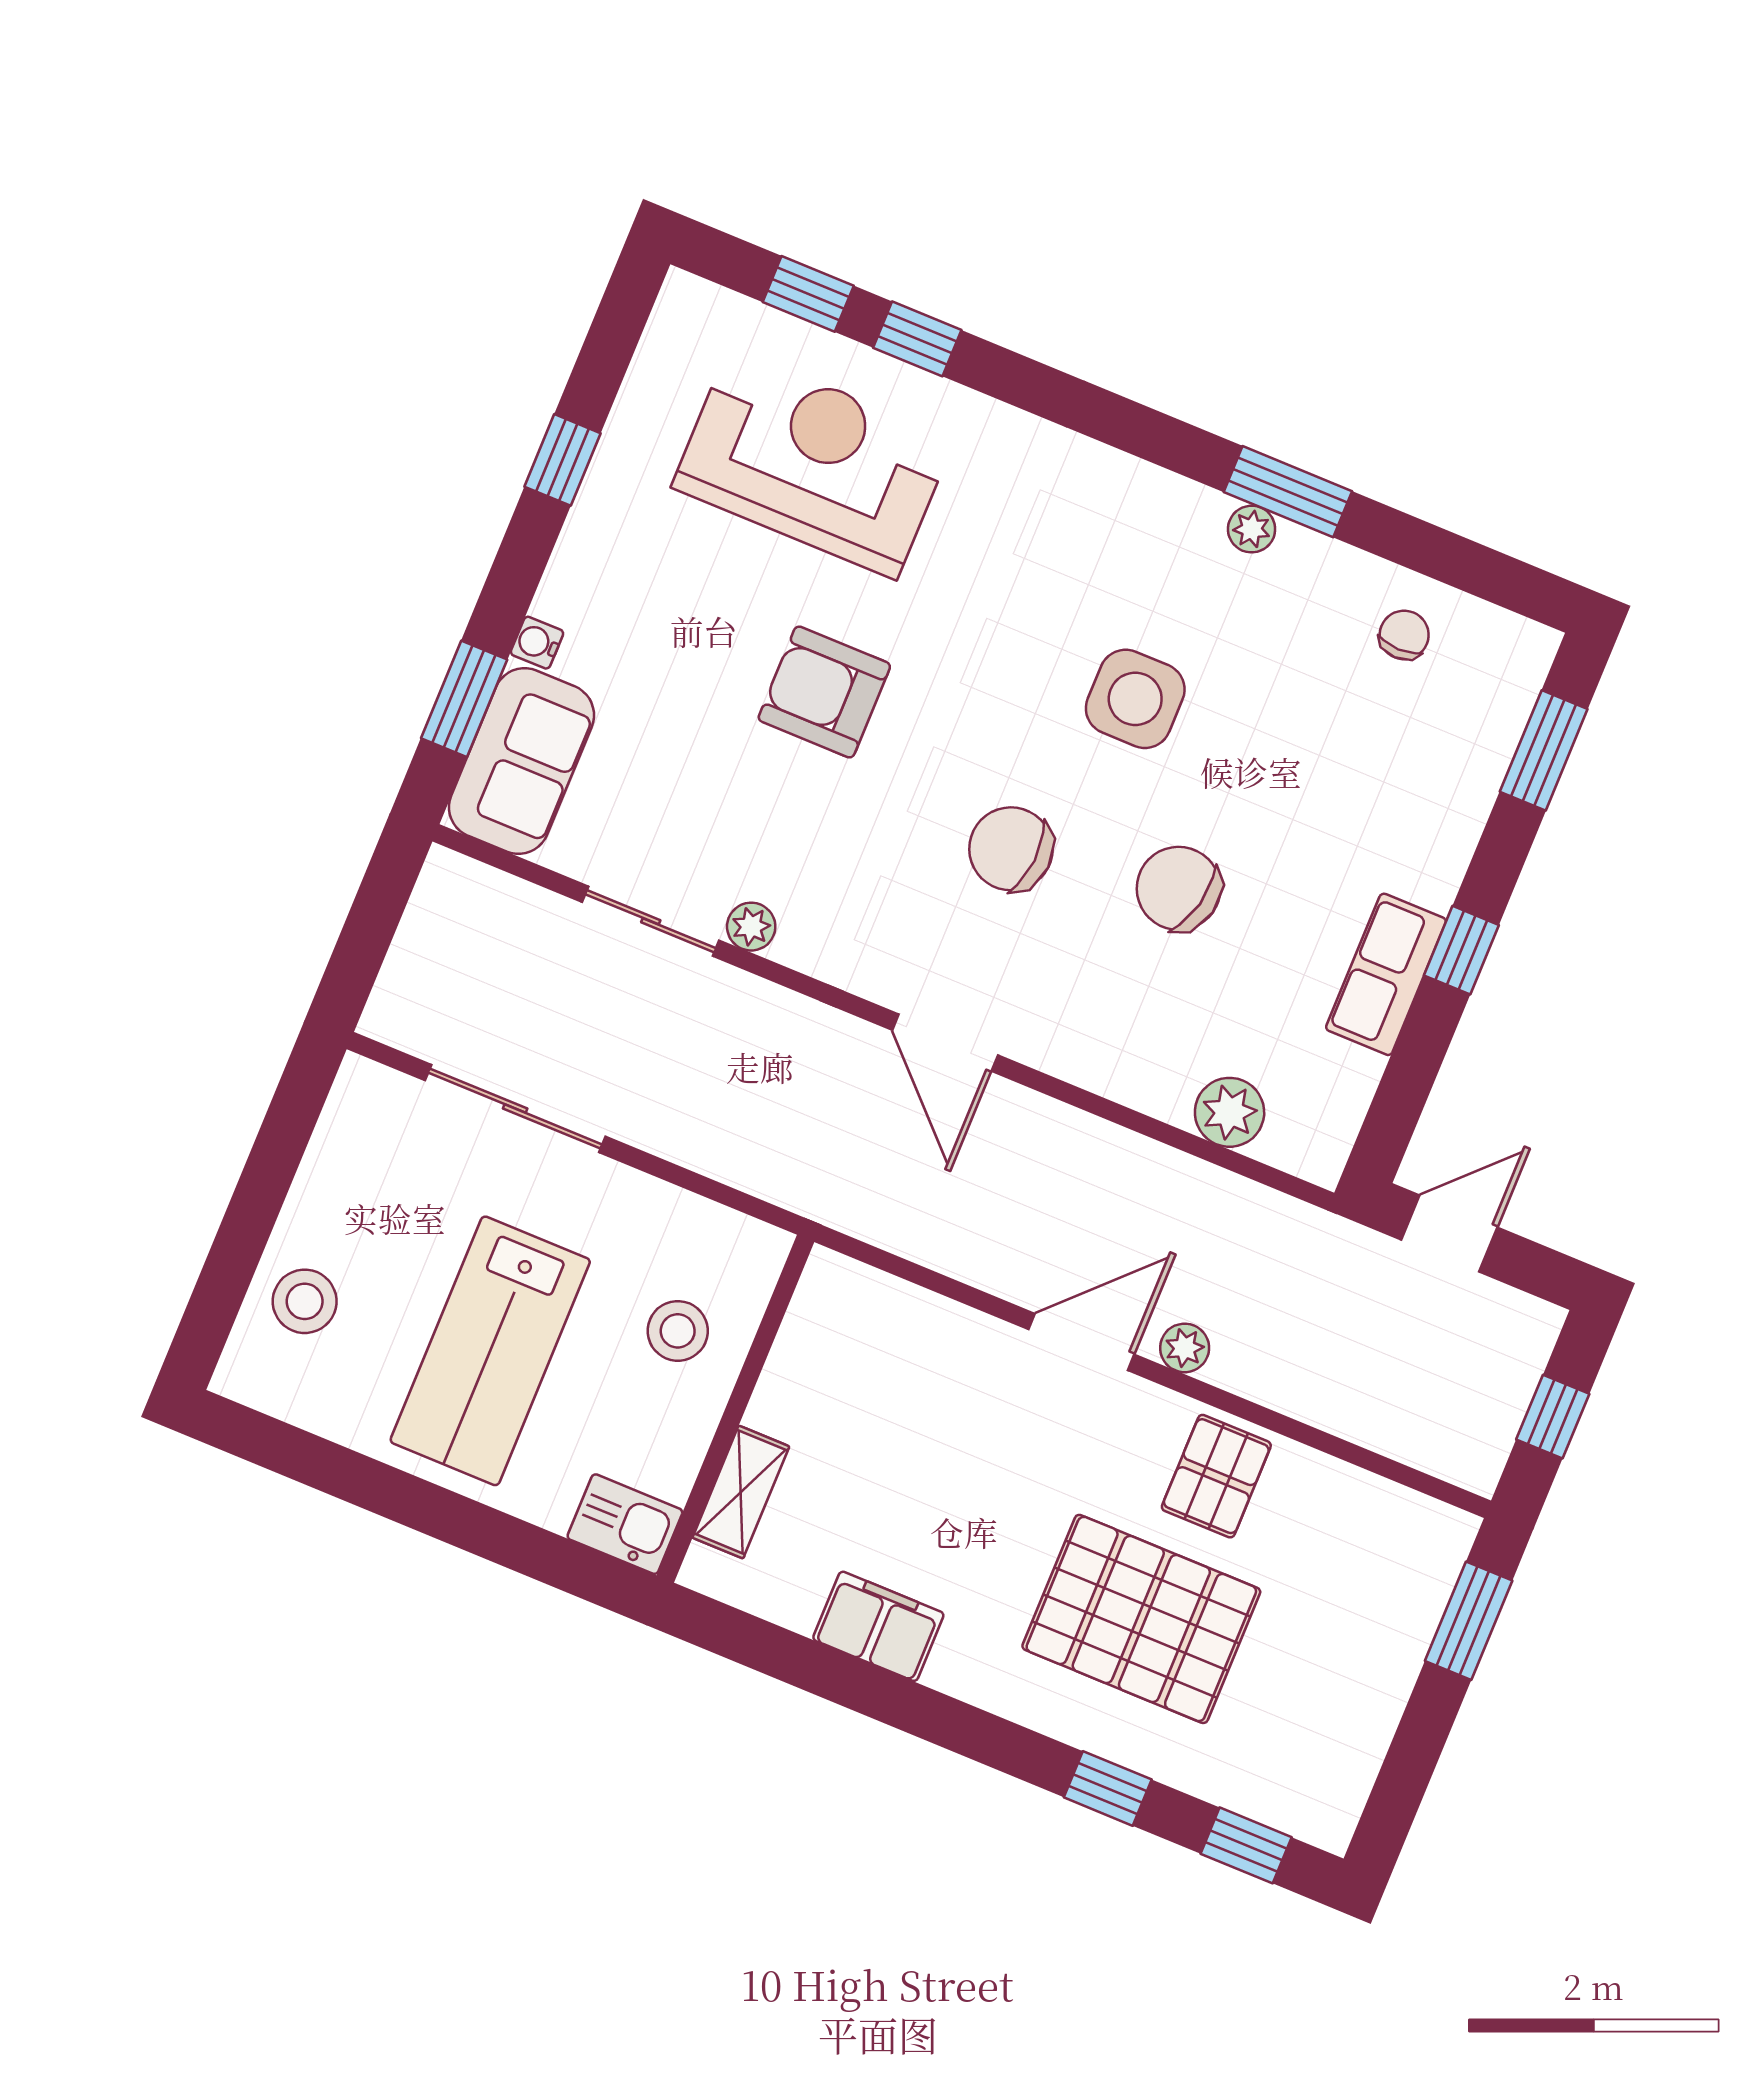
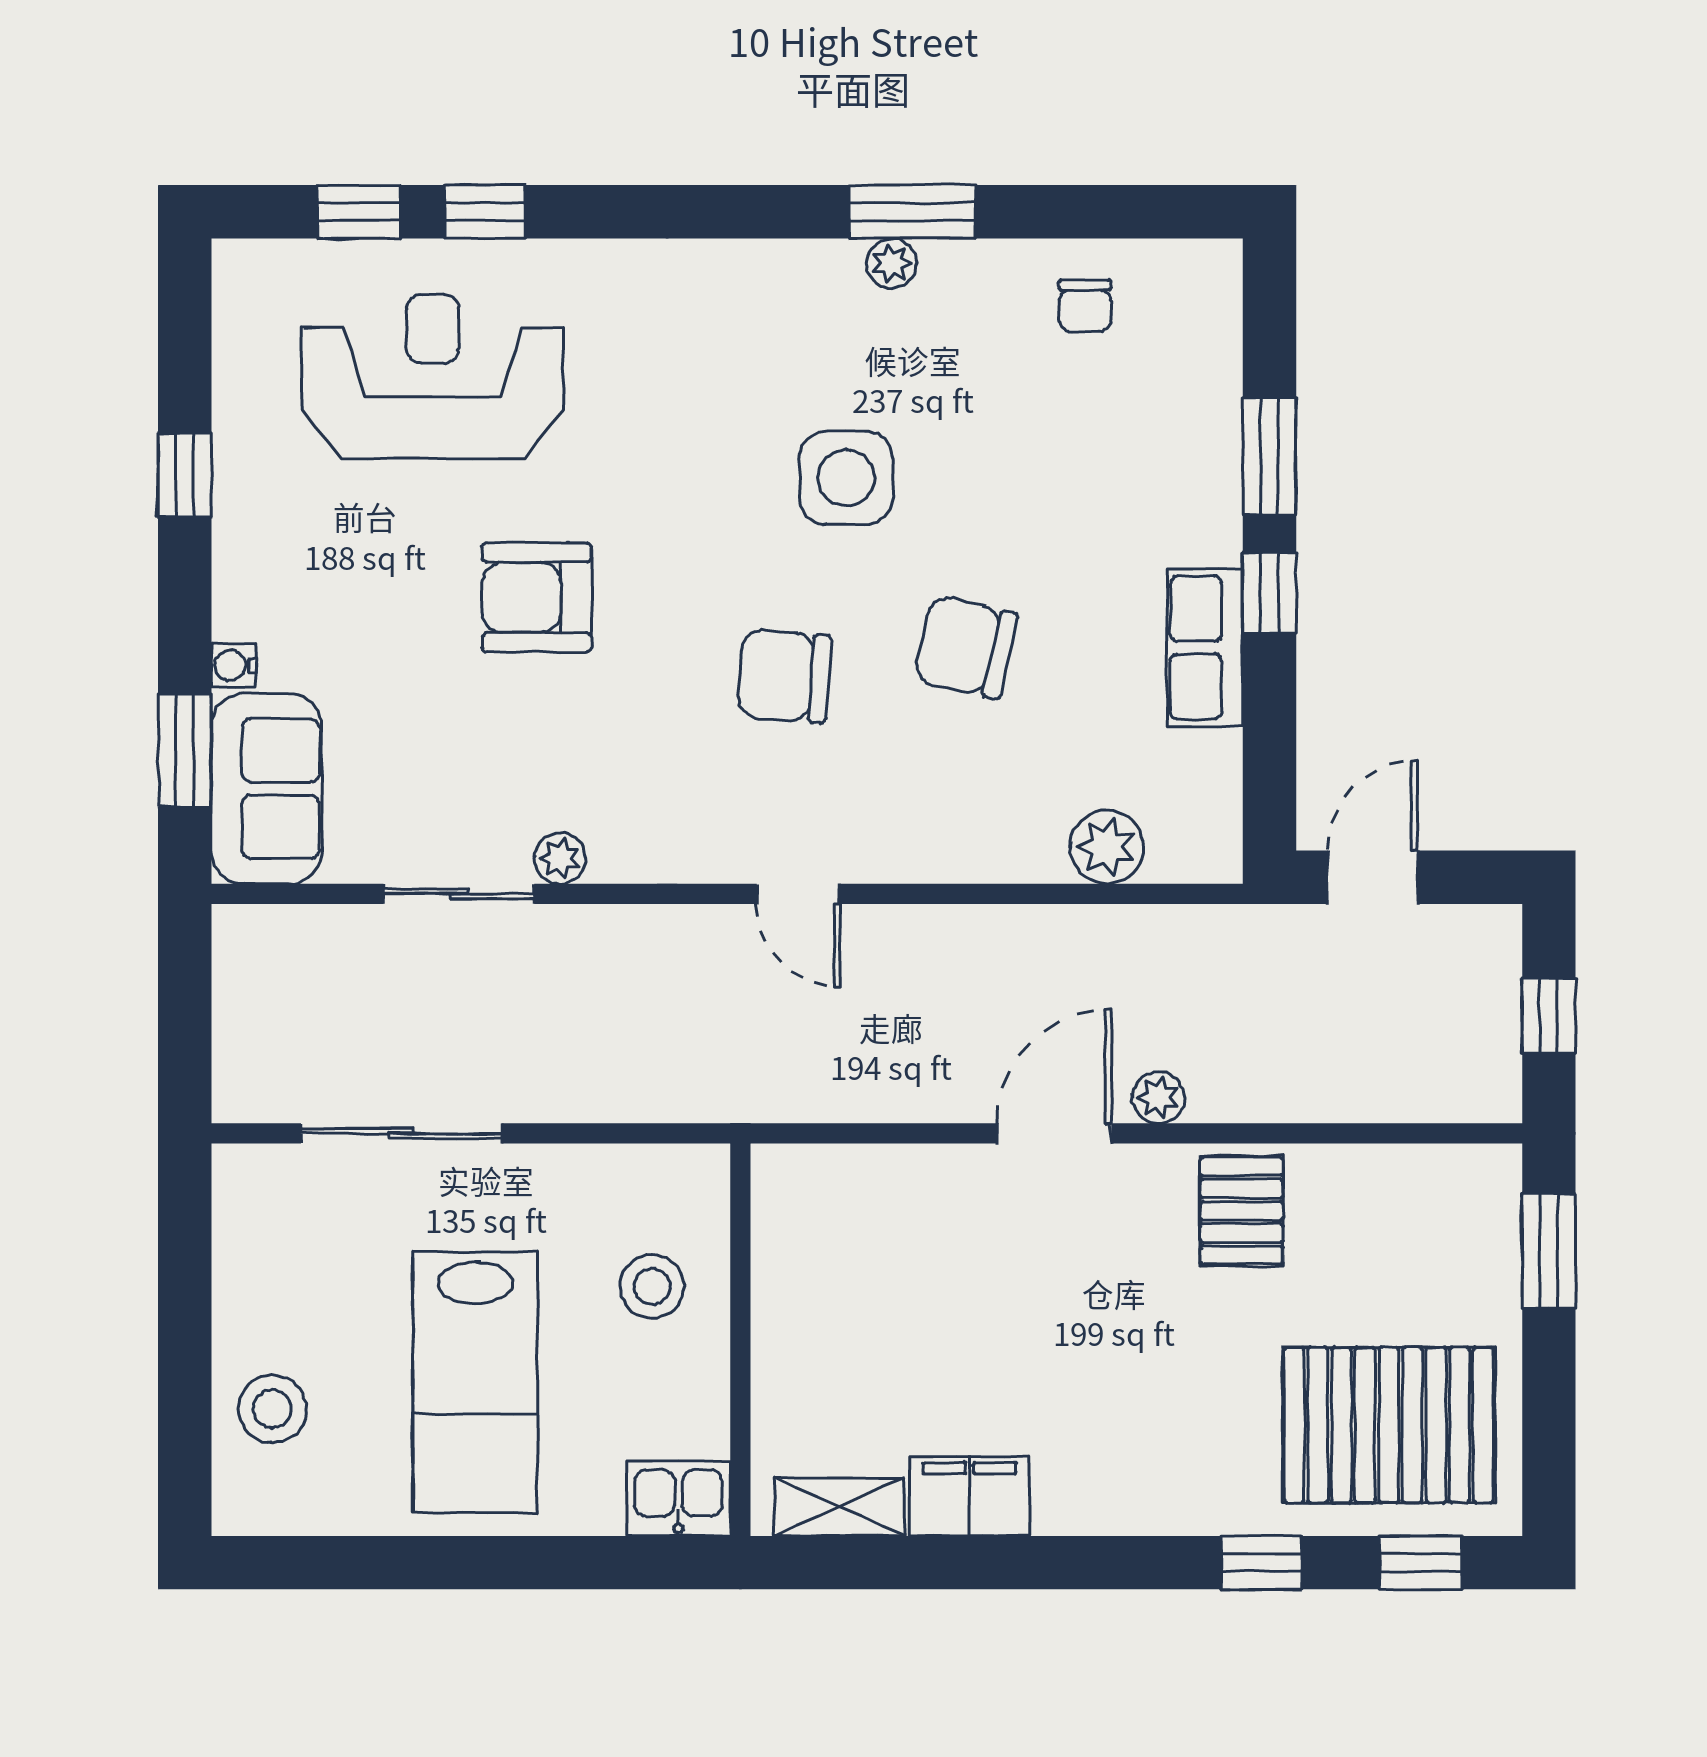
chair: (1404, 635) -> (1085, 306), turned 180
window: (1544, 750) -> (1269, 456), moved
door: (945, 1043) -> (798, 894), width x0.73
shelving: (741, 1492) -> (839, 1507), moved, turned 90
pallet: (1141, 1619) -> (1389, 1425), moved

